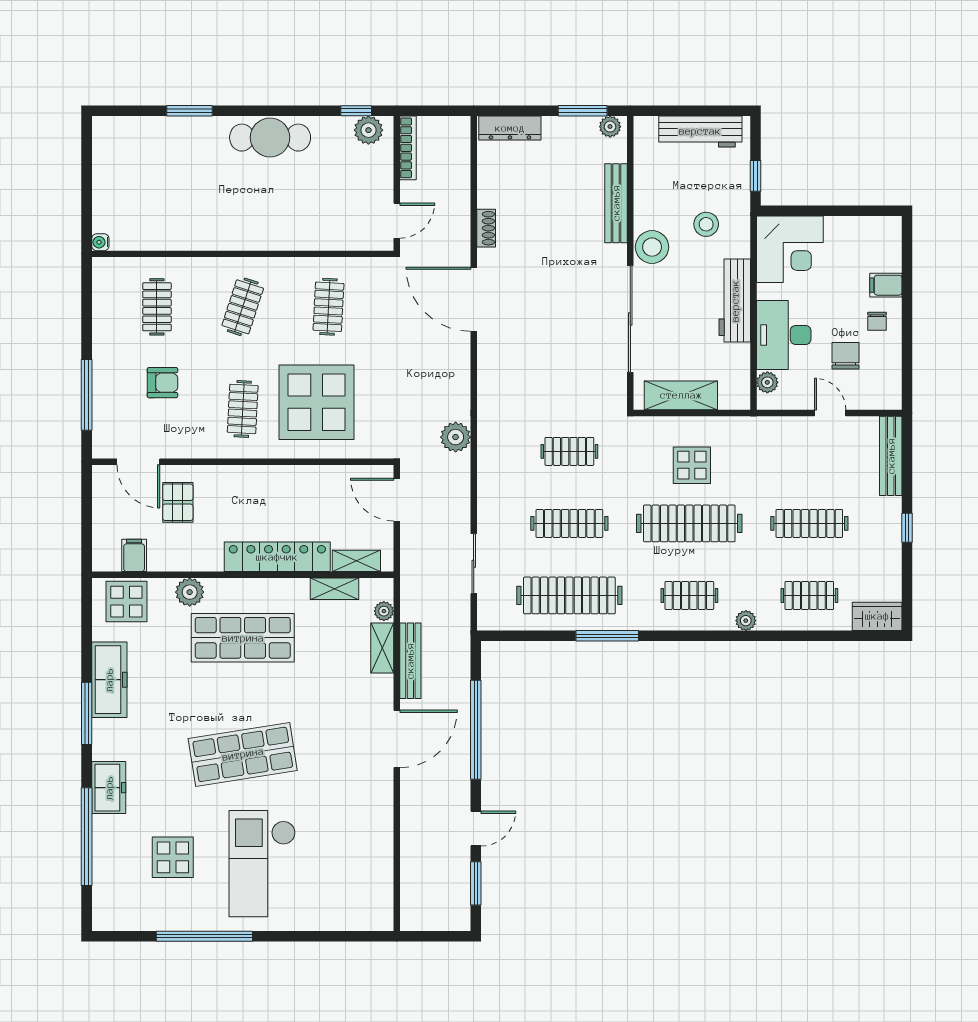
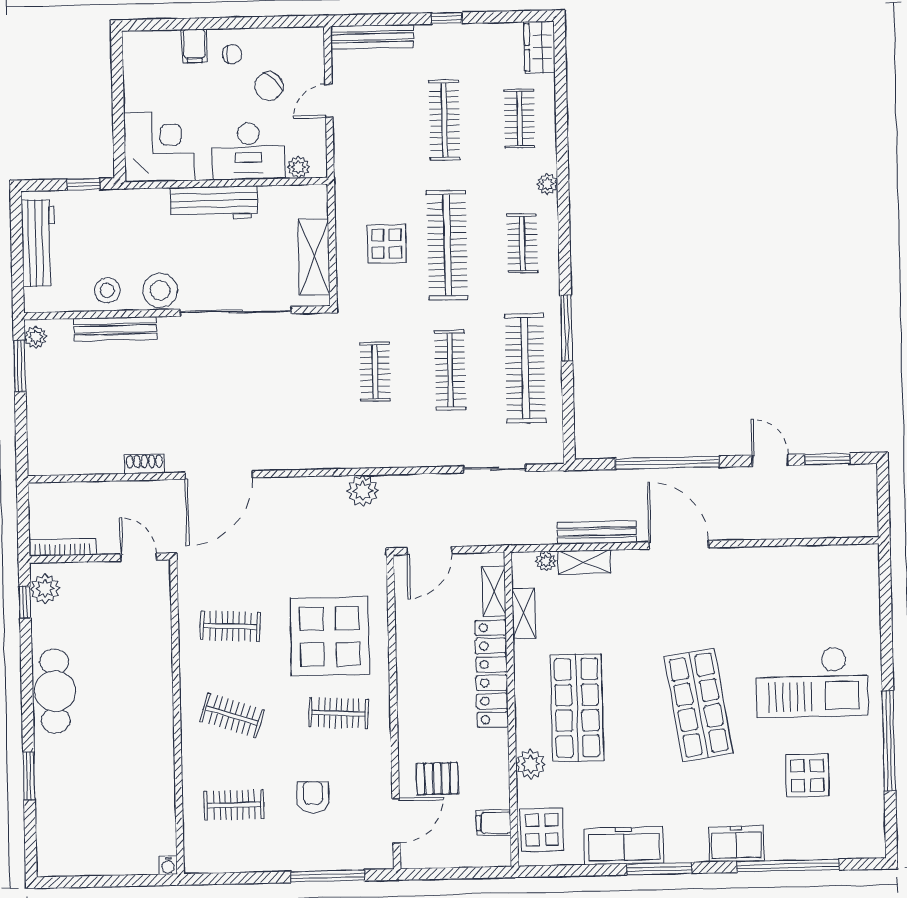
dresser: (510, 128) -> (39, 441), removed
stool: (706, 224) -> (107, 290), moved
chair: (846, 356) -> (269, 86), turned -45

